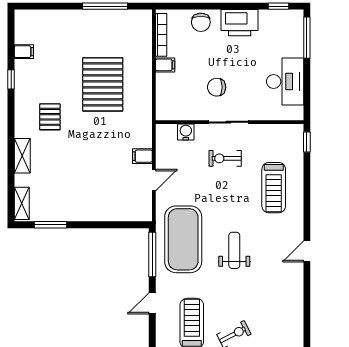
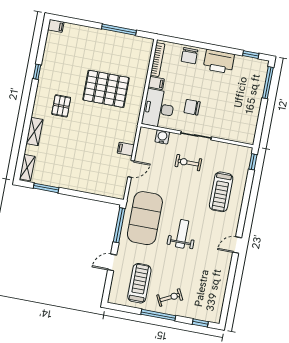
filing cabinet: (24, 52) -> (56, 26), moved
desk: (285, 82) -> (158, 109), moved, turned 180
pallet: (103, 84) -> (106, 89), turned 90

